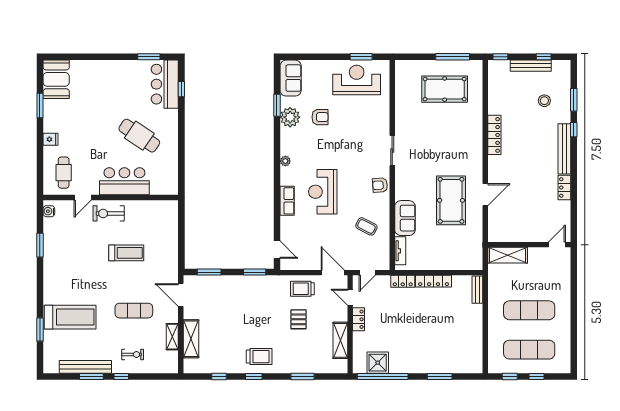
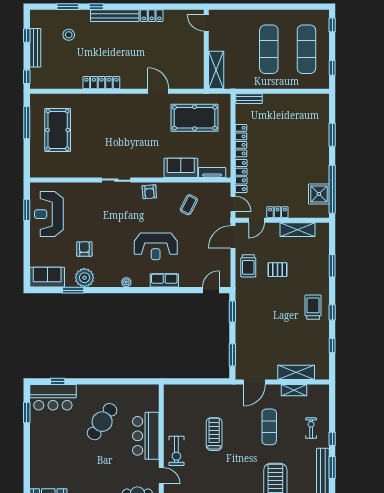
pool table: (451, 200) -> (195, 118), moved
locker: (403, 281) -> (241, 176), width x1.53
window: (537, 377) -> (332, 25), moved

